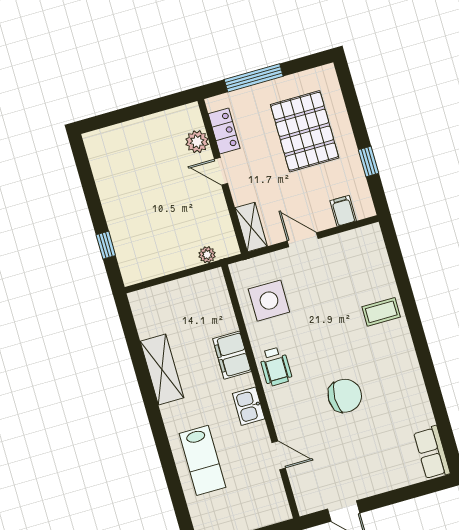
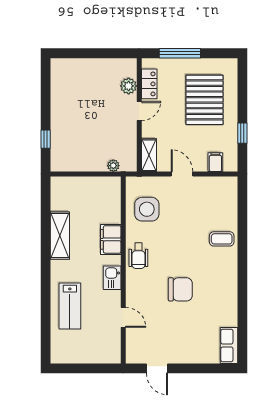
door: (221, 171) -> (139, 111), swing flipped

